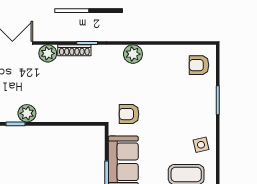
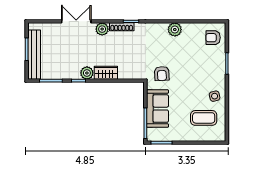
plant: (133, 54) -> (175, 30), moved
wardrobe: (53, 113) -> (106, 73), added
armchair: (129, 114) -> (162, 74), turned -93

